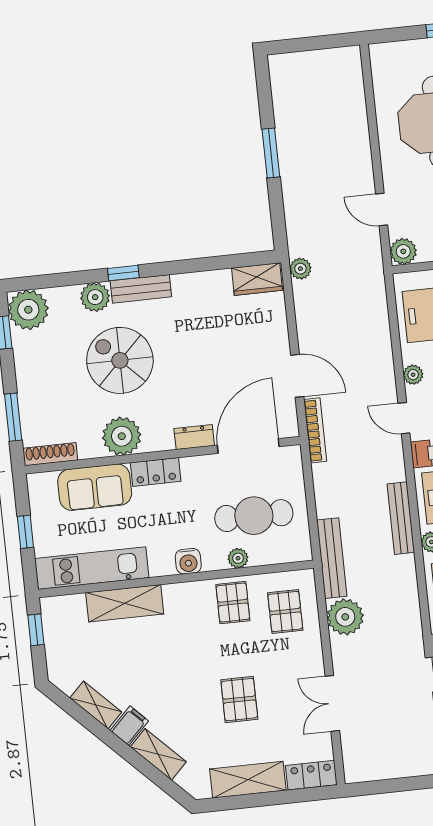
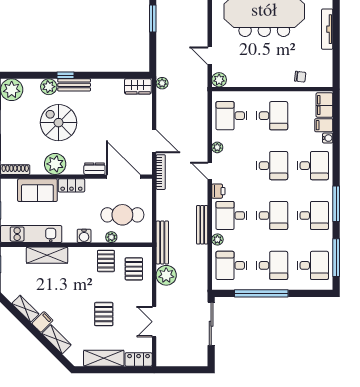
door: (248, 446) -> (123, 177), hinge flipped

